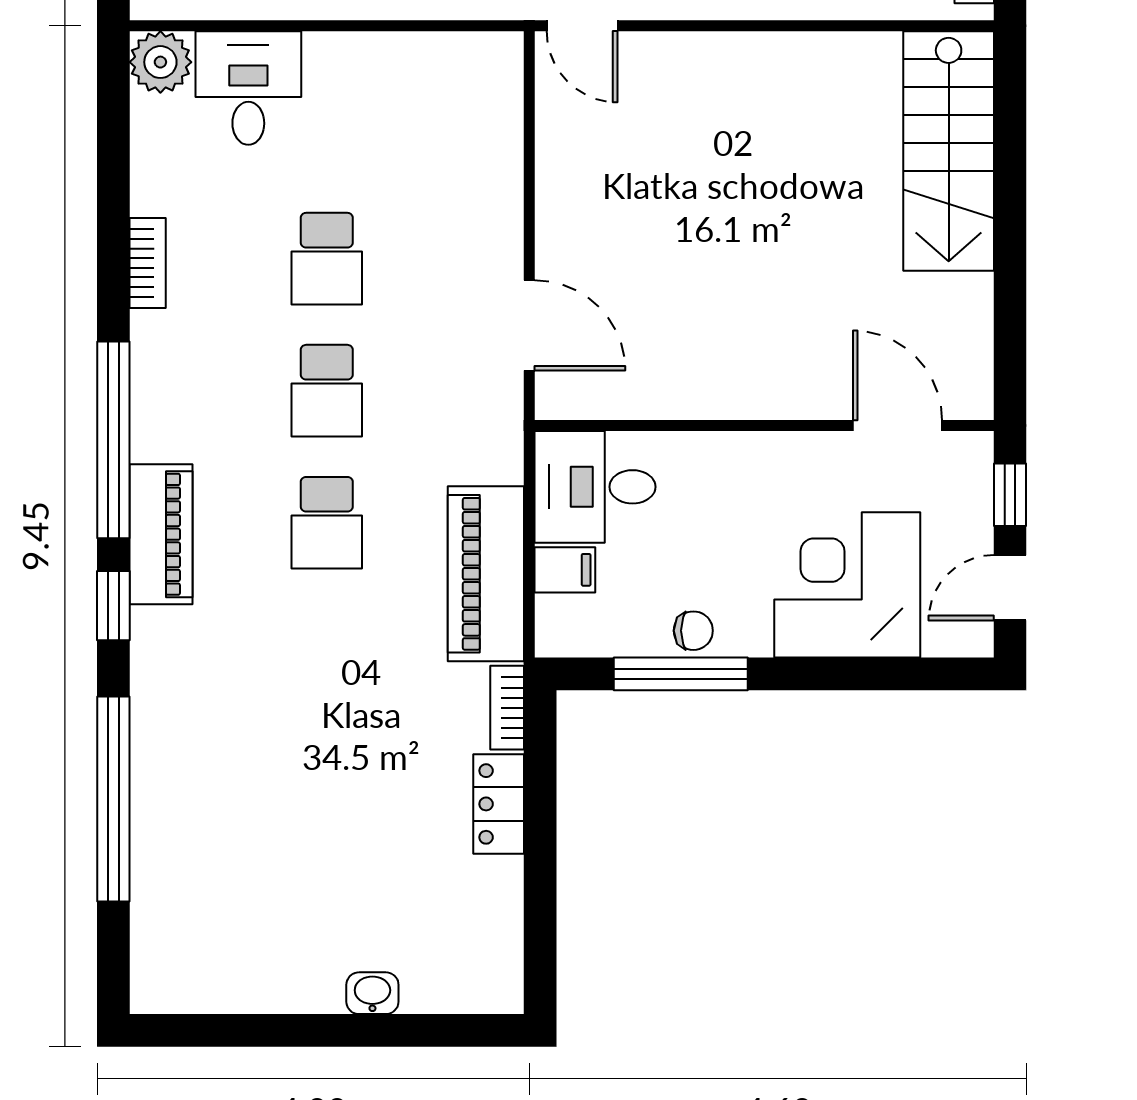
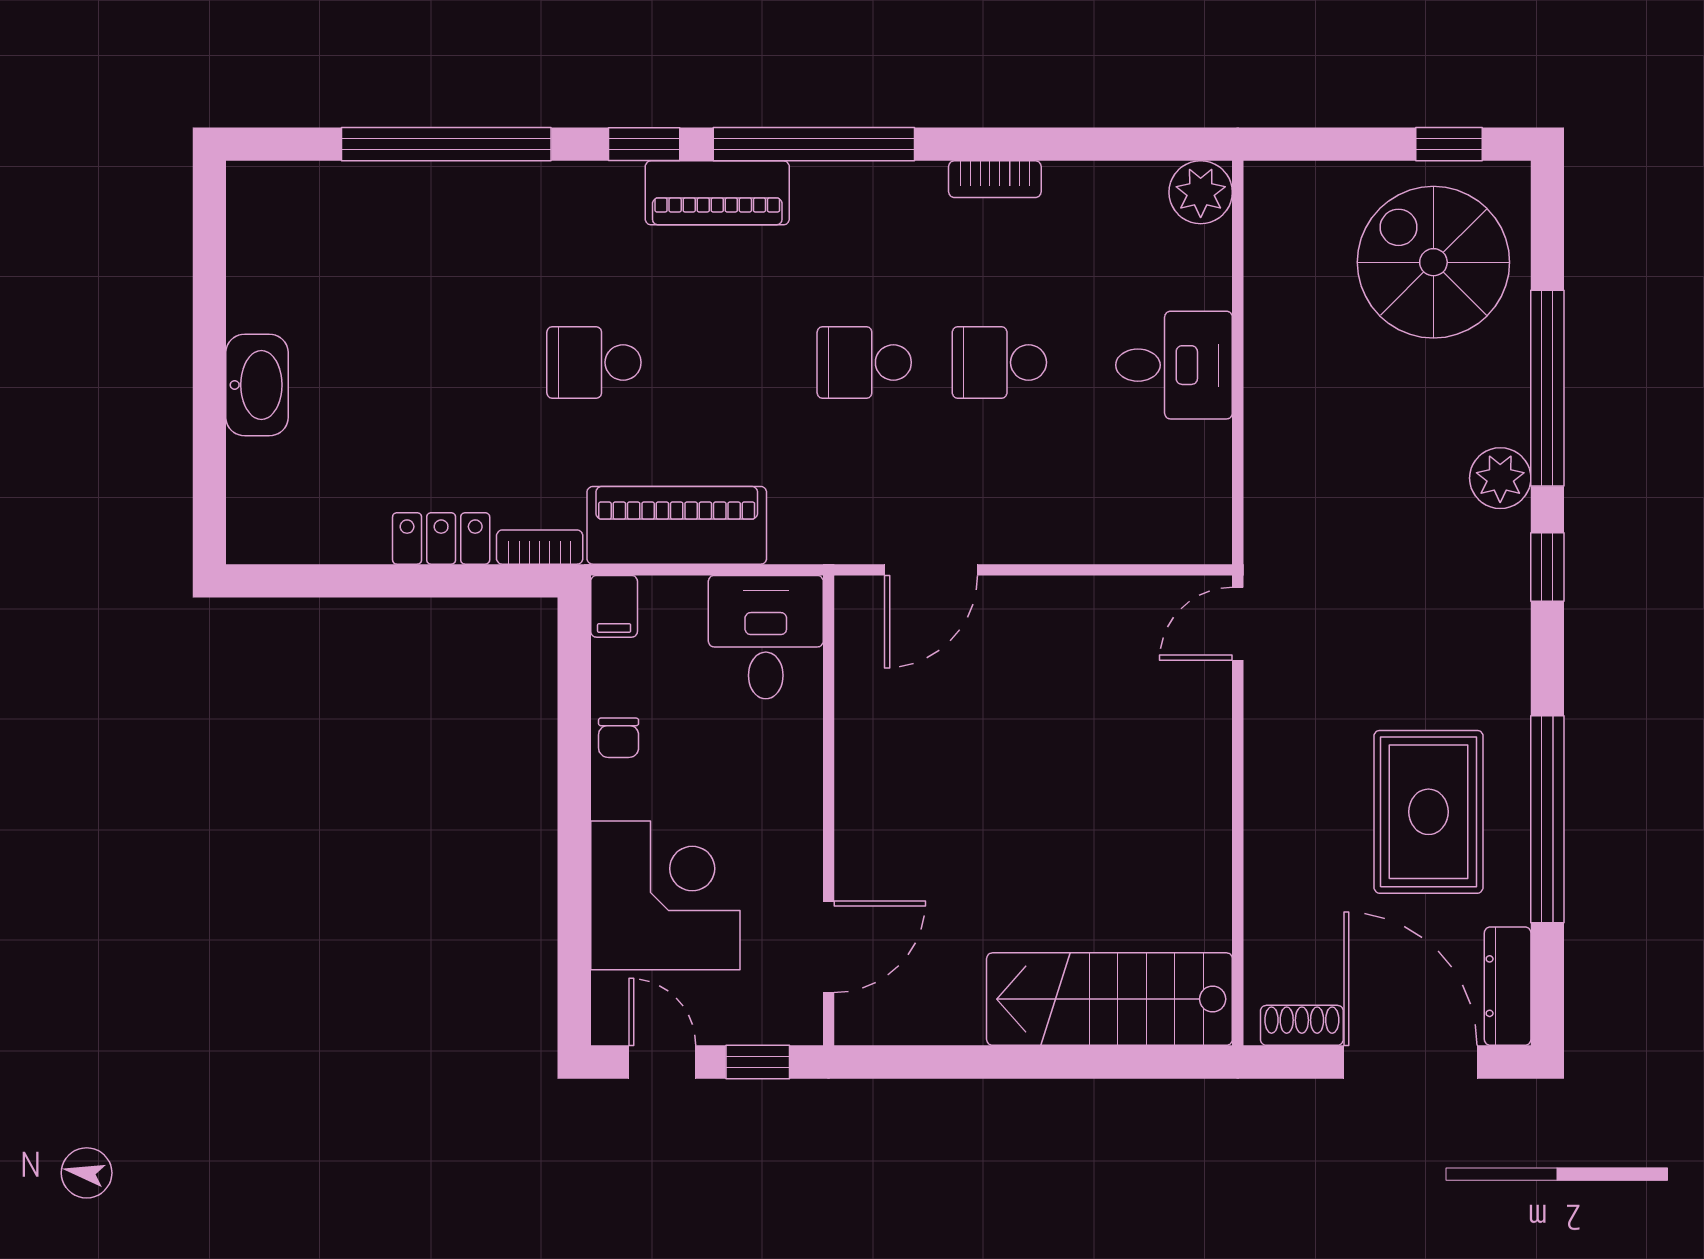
desk: (248, 88) -> (1174, 365), moved
school desk: (327, 523) -> (594, 362), moved
filing cabinet: (565, 570) -> (614, 606), moved
window: (681, 674) -> (574, 725), removed
washbasin: (372, 993) -> (257, 385), width x1.91, depth x1.45

